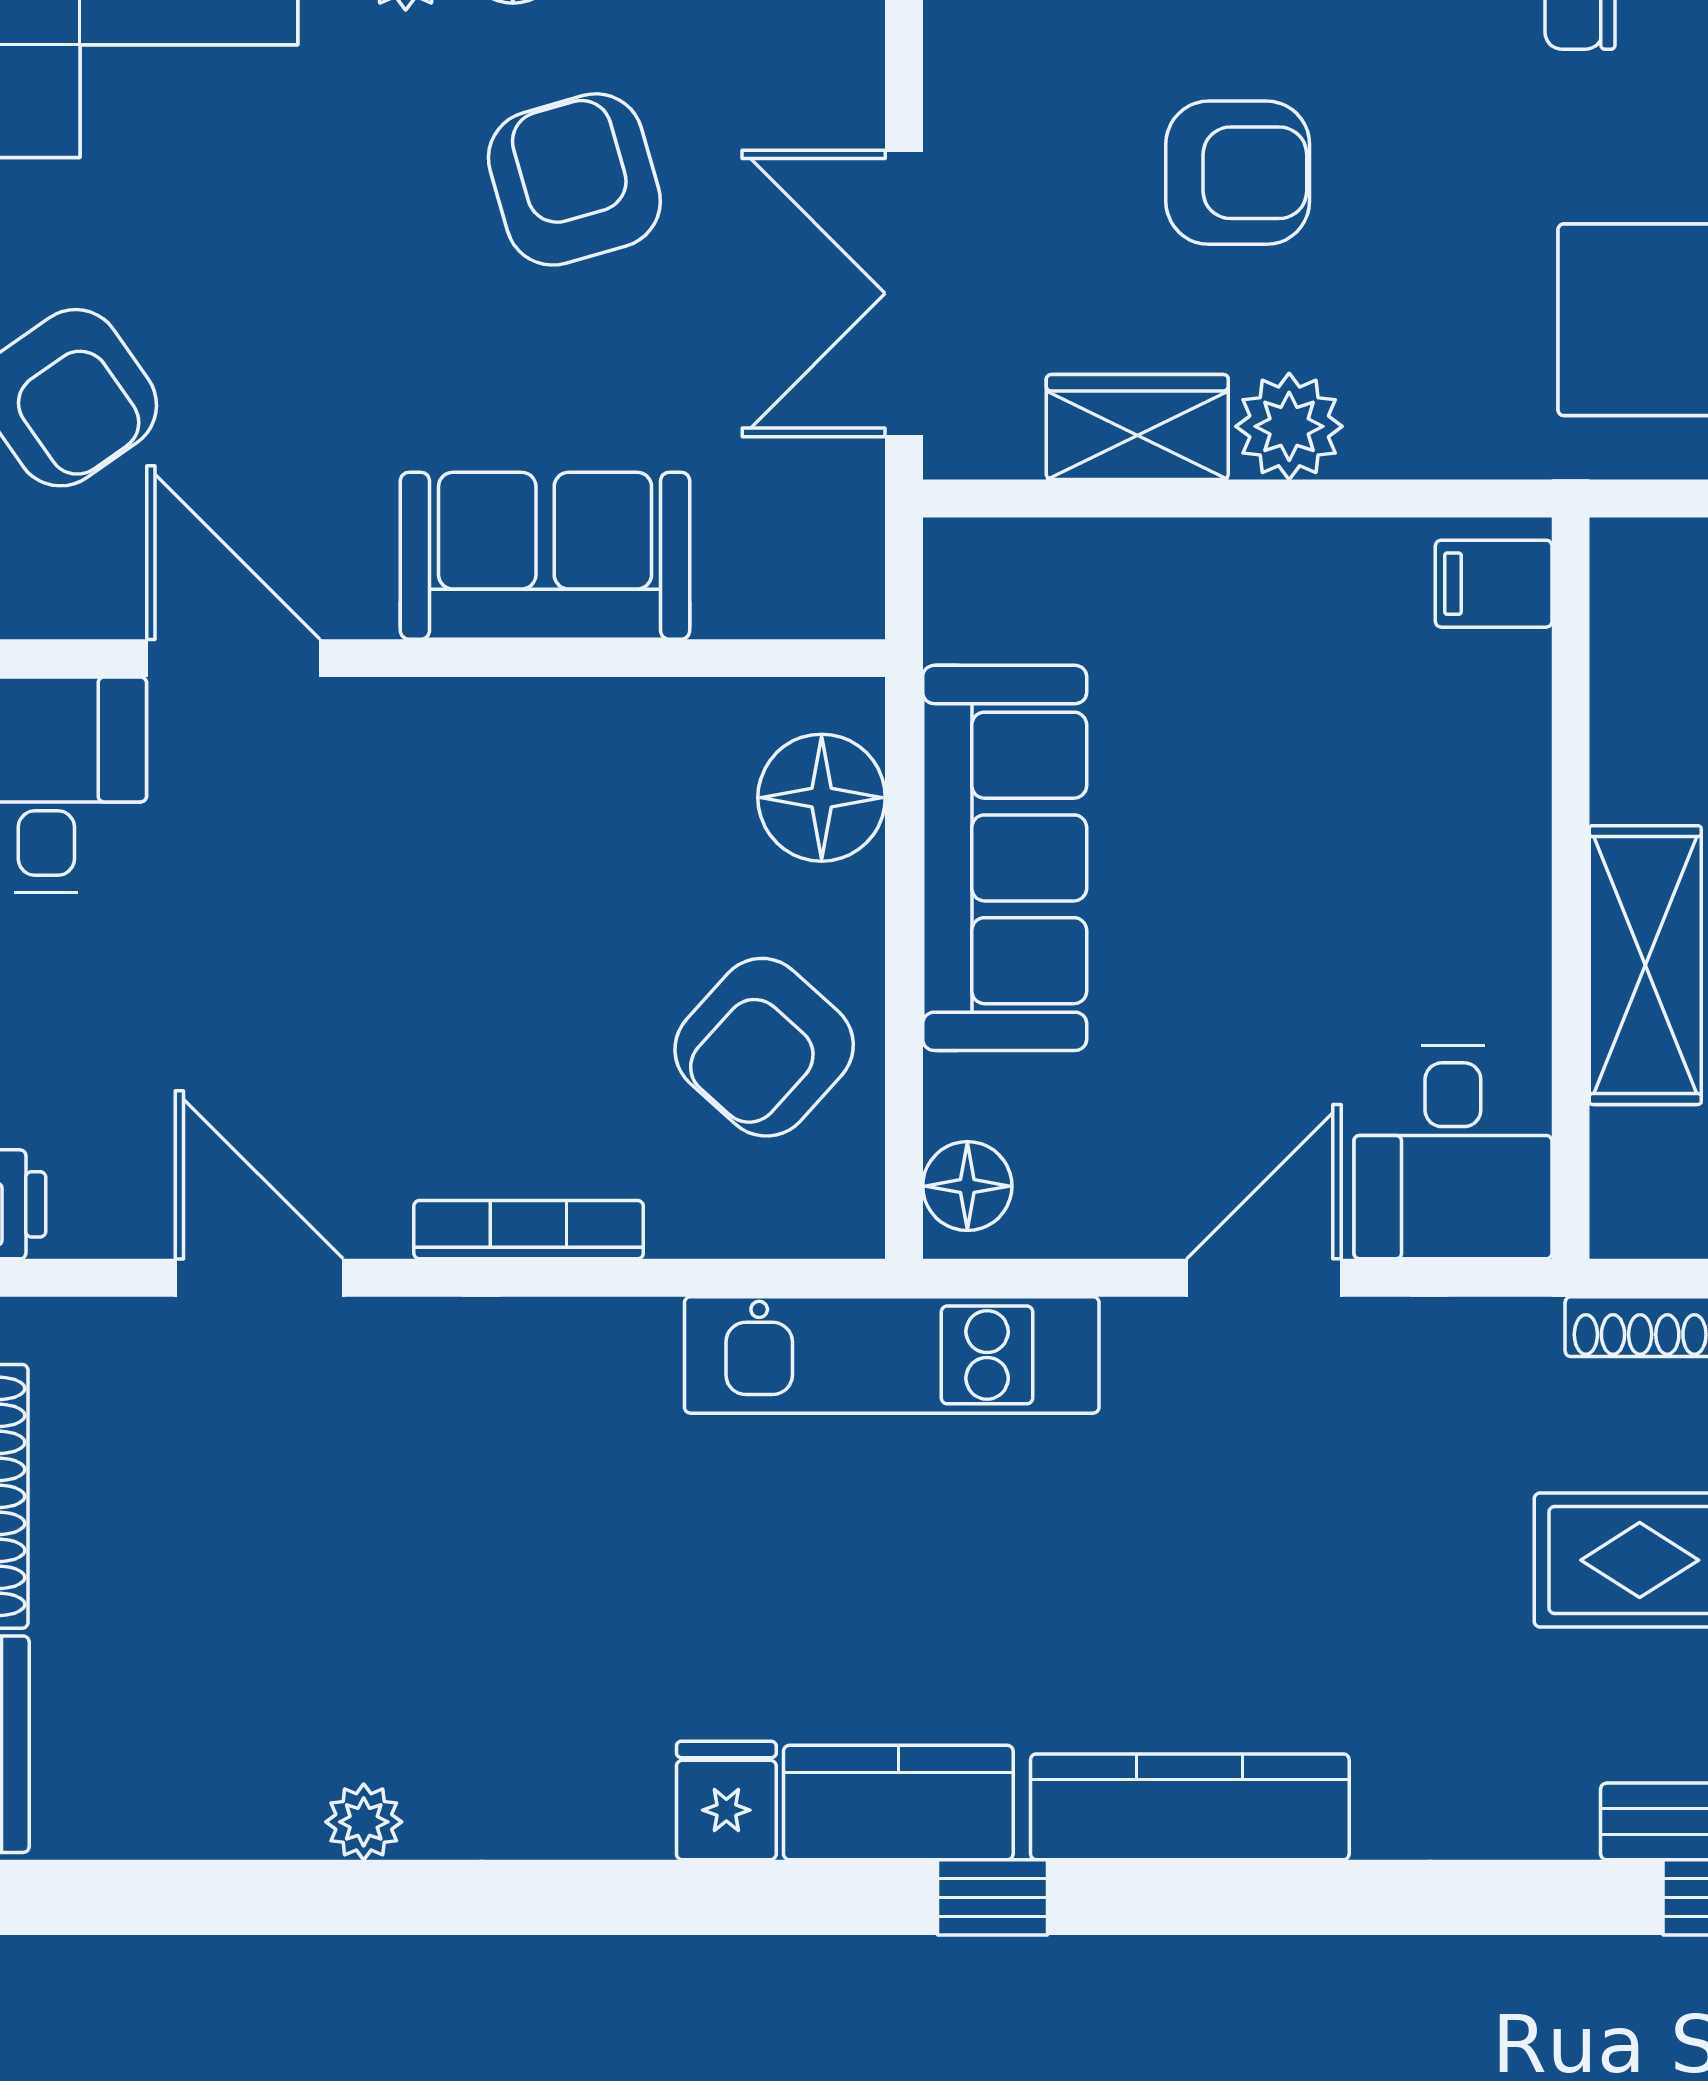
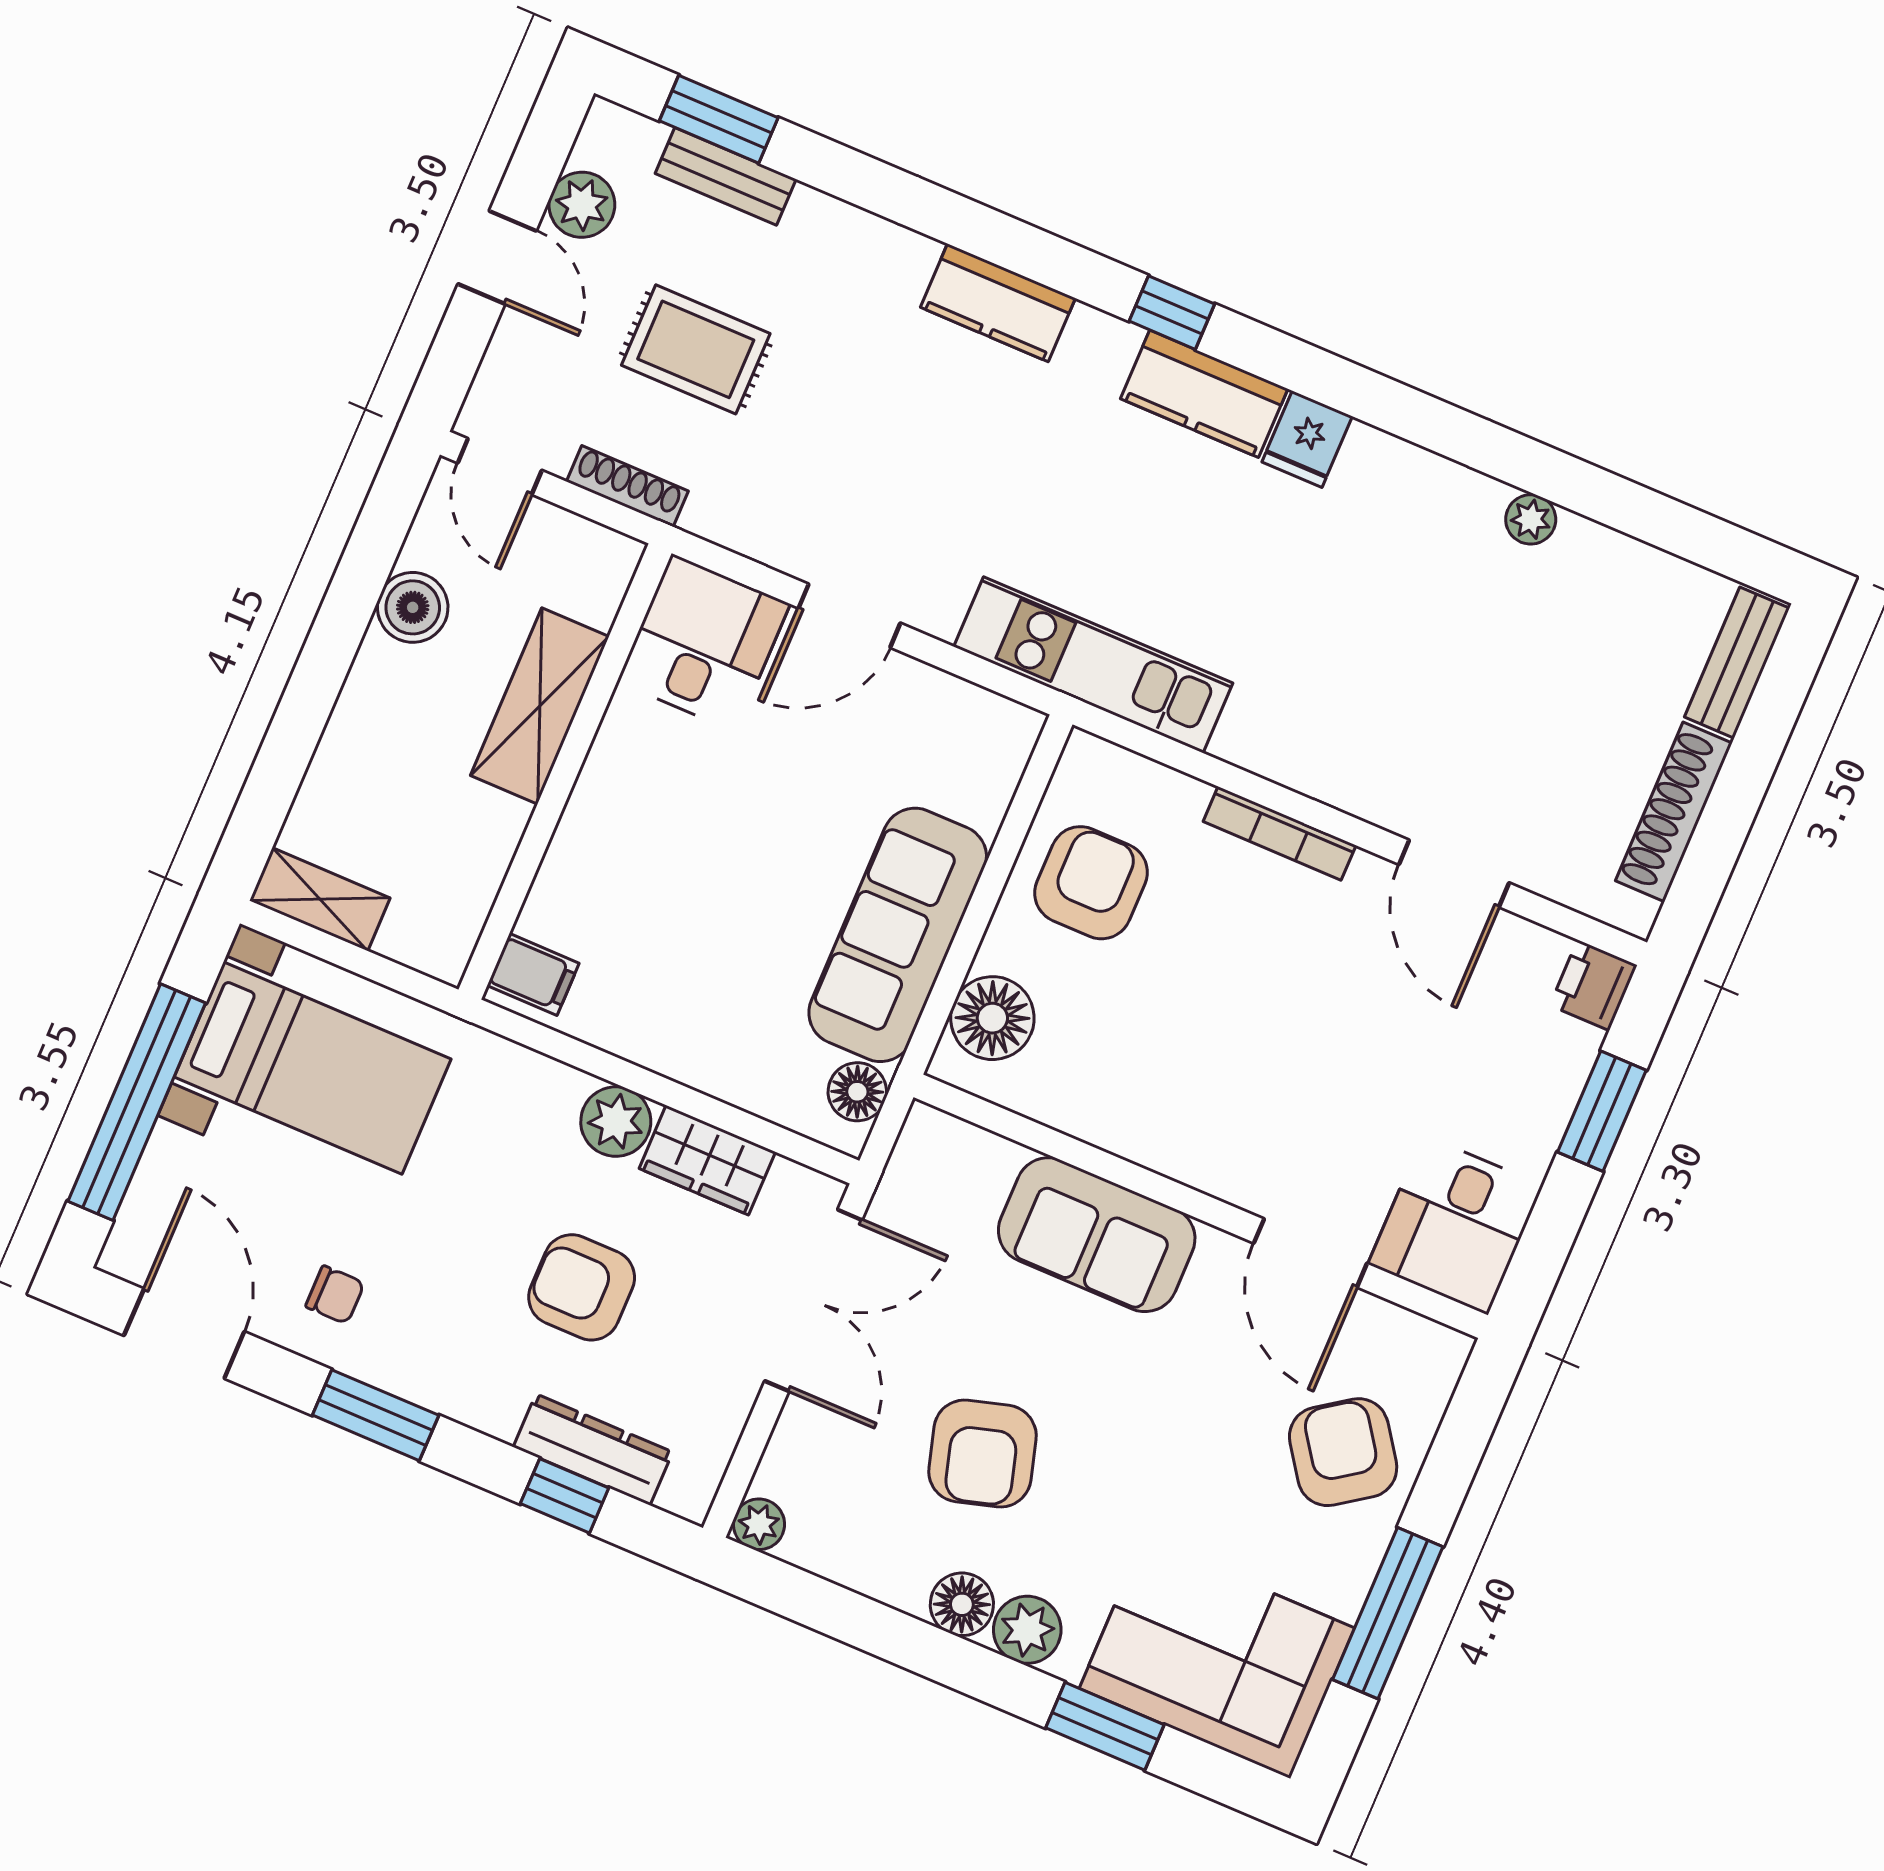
armchair: (764, 1047) -> (1091, 883), turned -42
floor lamp: (967, 1186) -> (857, 1092), moved
kitchen counter: (1190, 1807) -> (998, 303), width x0.67

